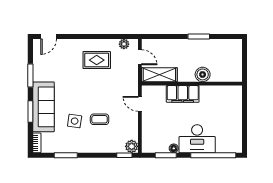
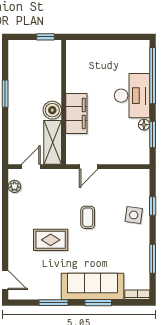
rug: (97, 60) -> (51, 240), moved, turned 90
window: (244, 69) -> (46, 37), added
boiler: (203, 74) -> (52, 110), moved
coffee table: (100, 119) -> (88, 217), moved
side table: (75, 121) -> (134, 215), moved
plant: (132, 146) -> (142, 177), removed
window: (124, 155) -> (153, 206), moved

